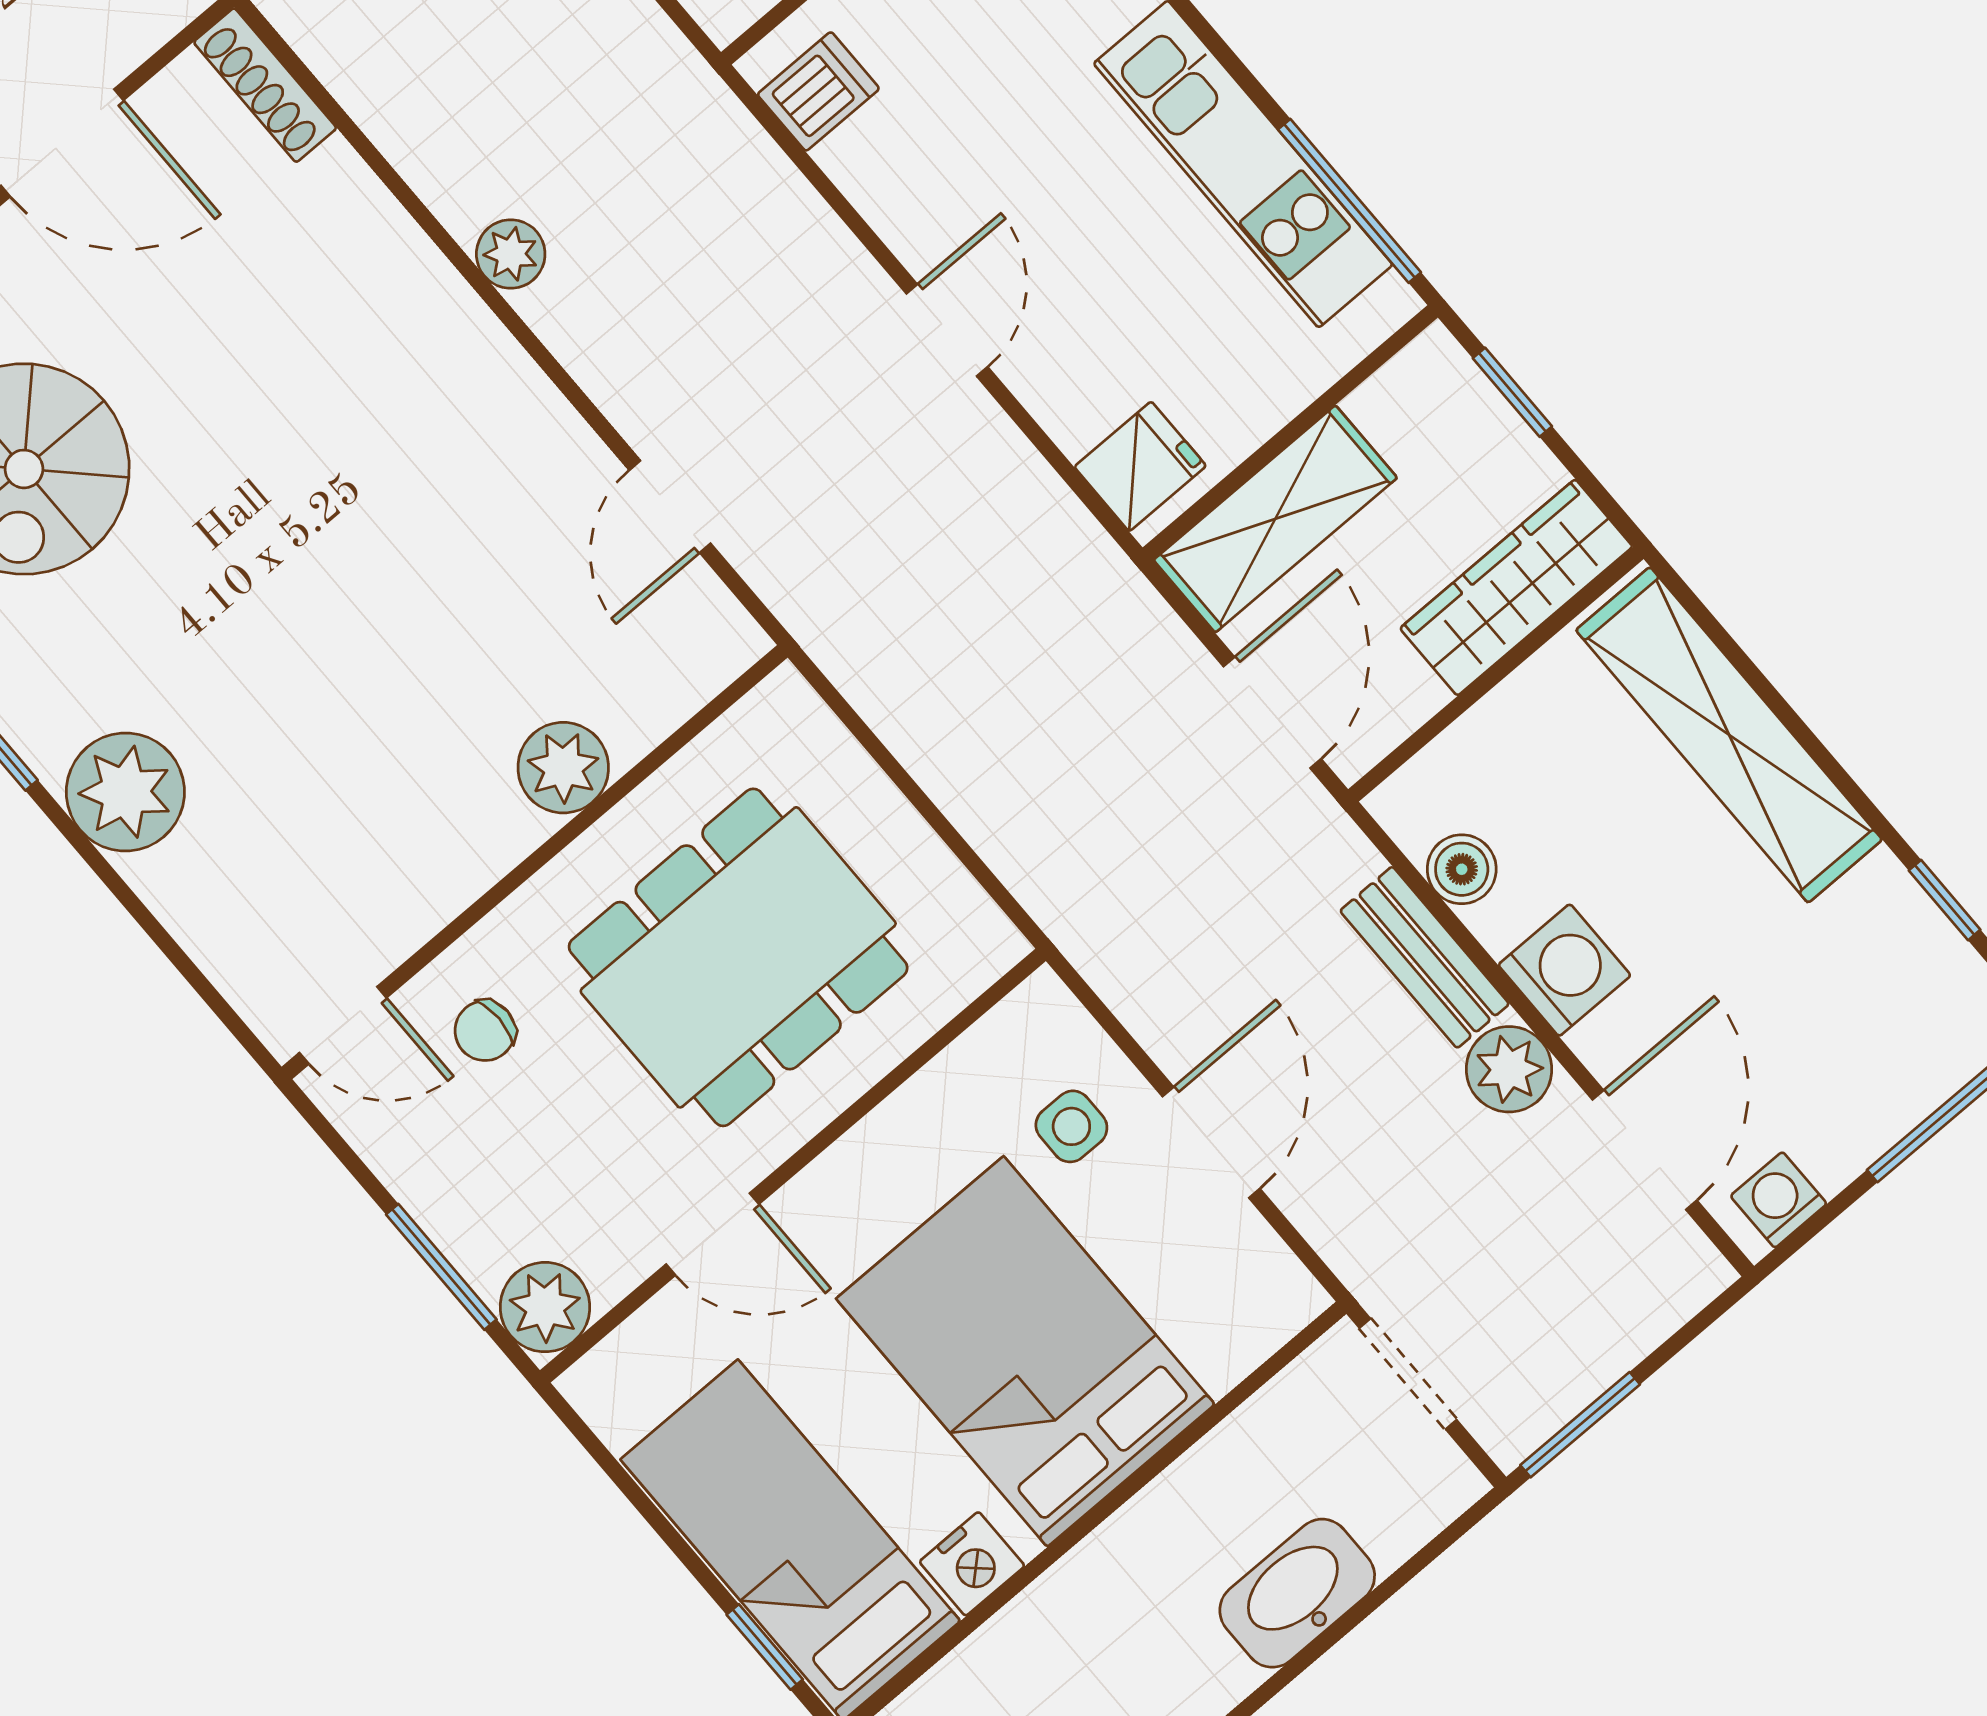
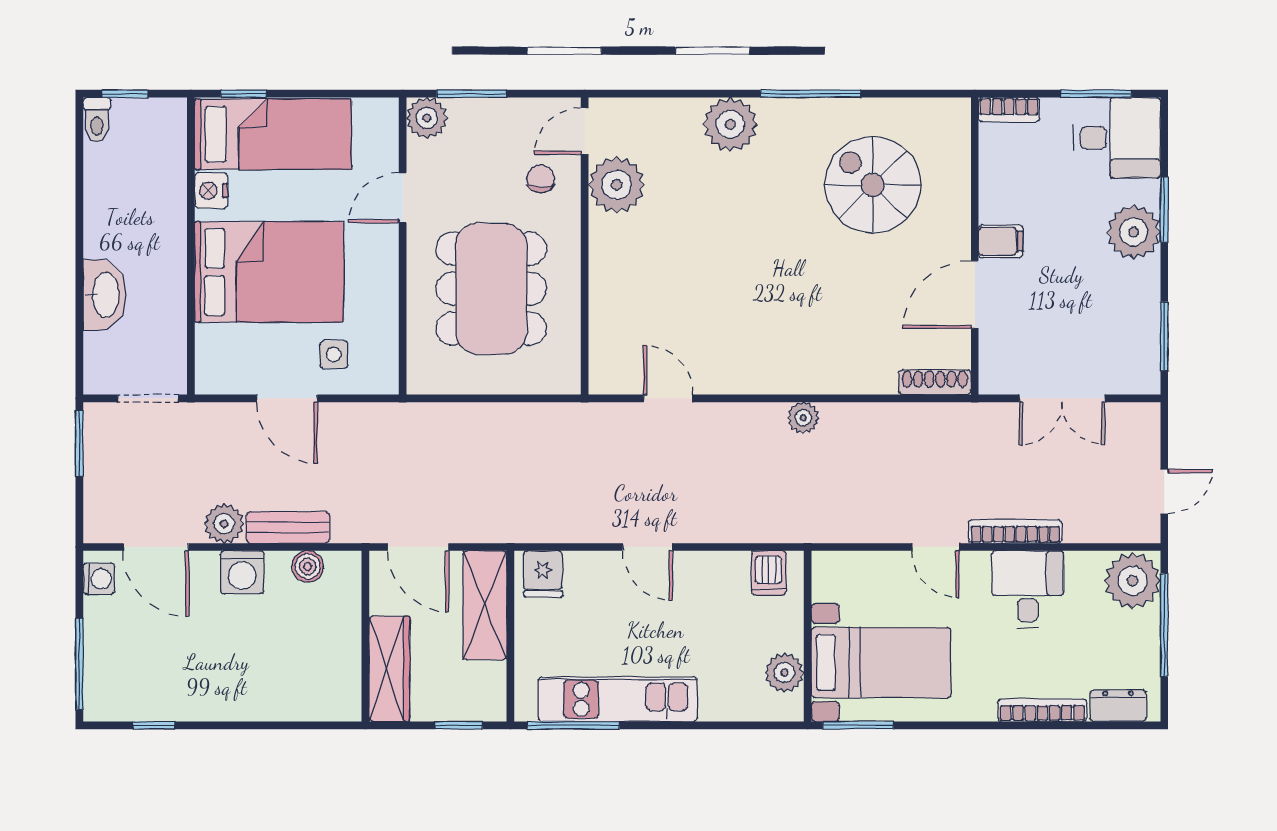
shelving: (1729, 735) -> (275, 699), removed
plant: (563, 768) -> (617, 185), moved, width x1.36, depth x1.36

